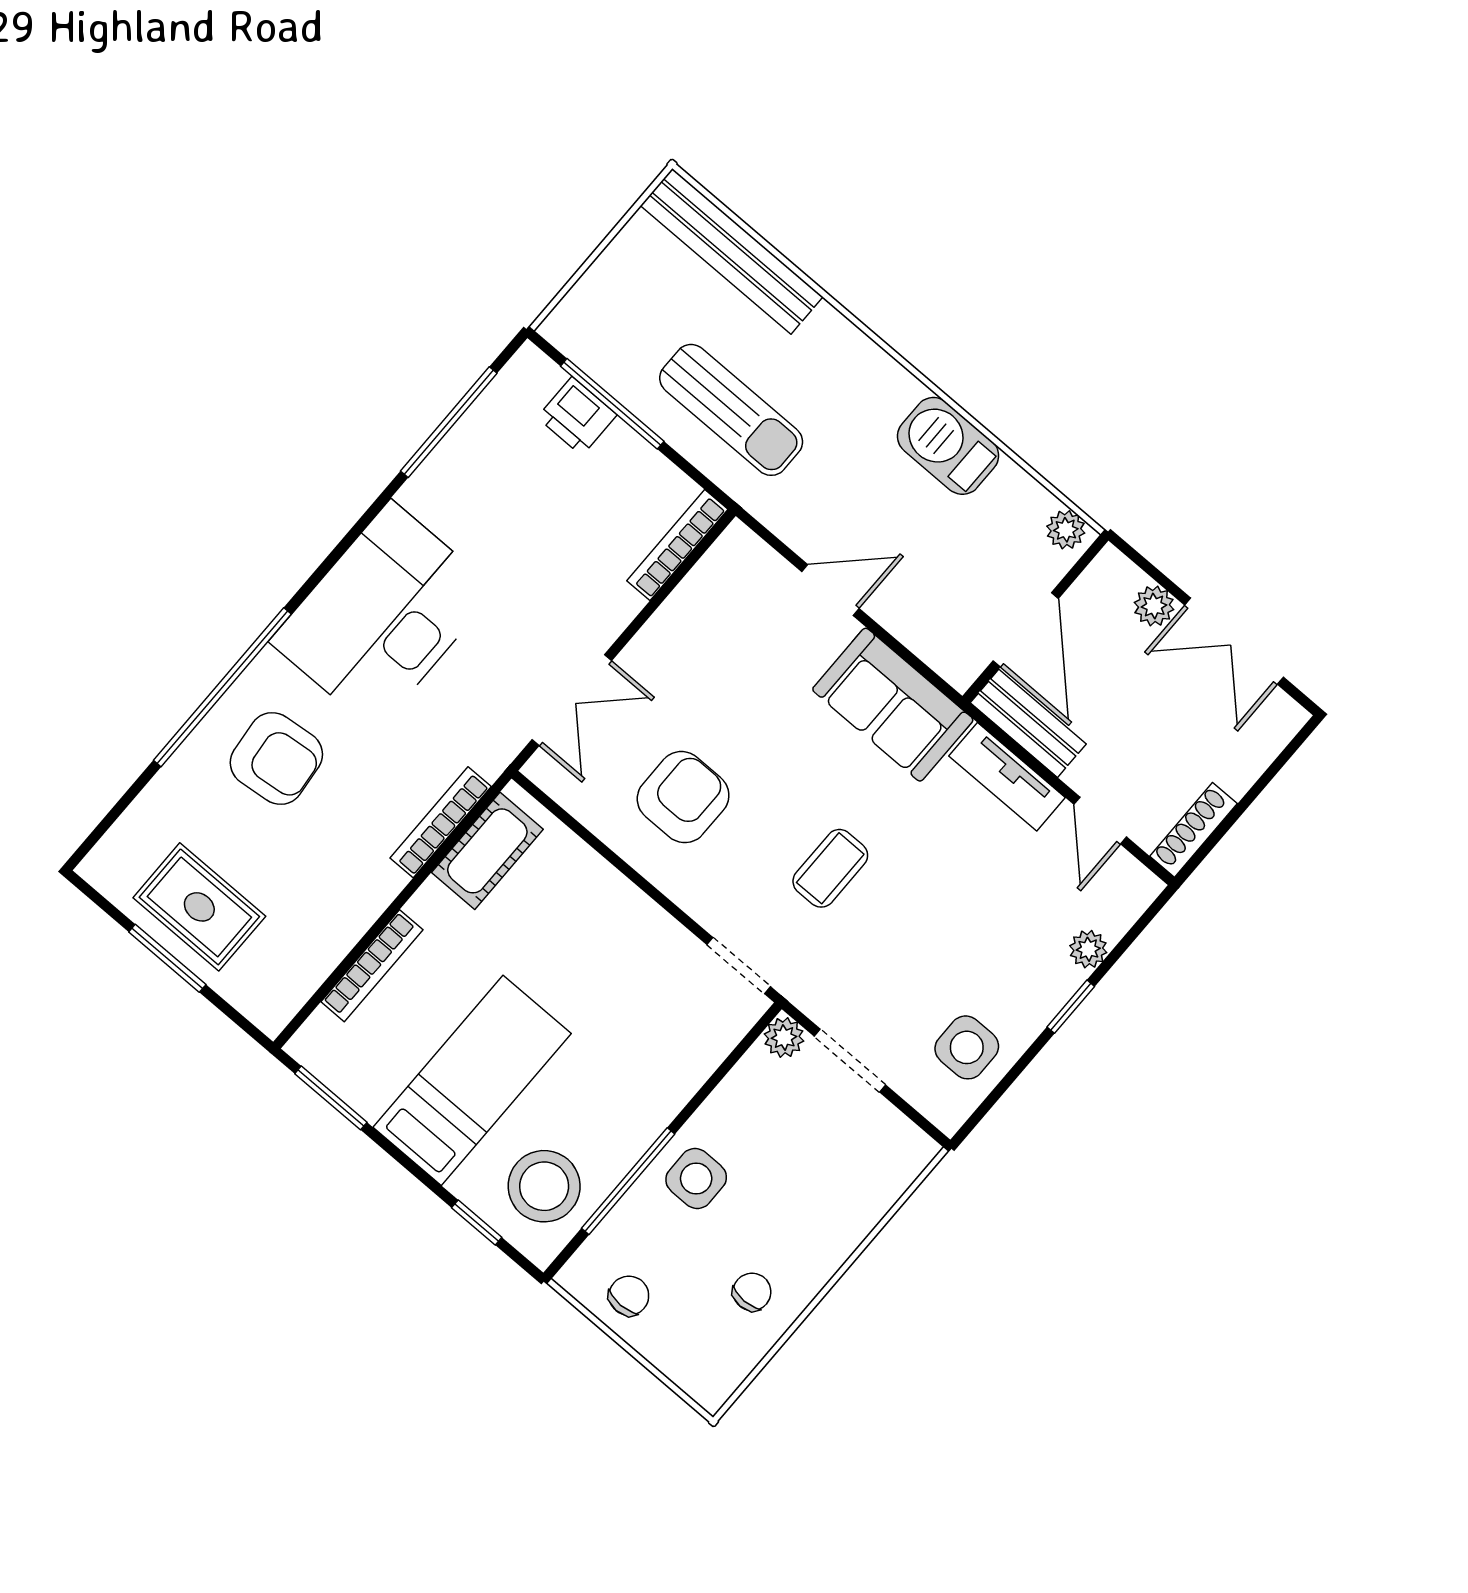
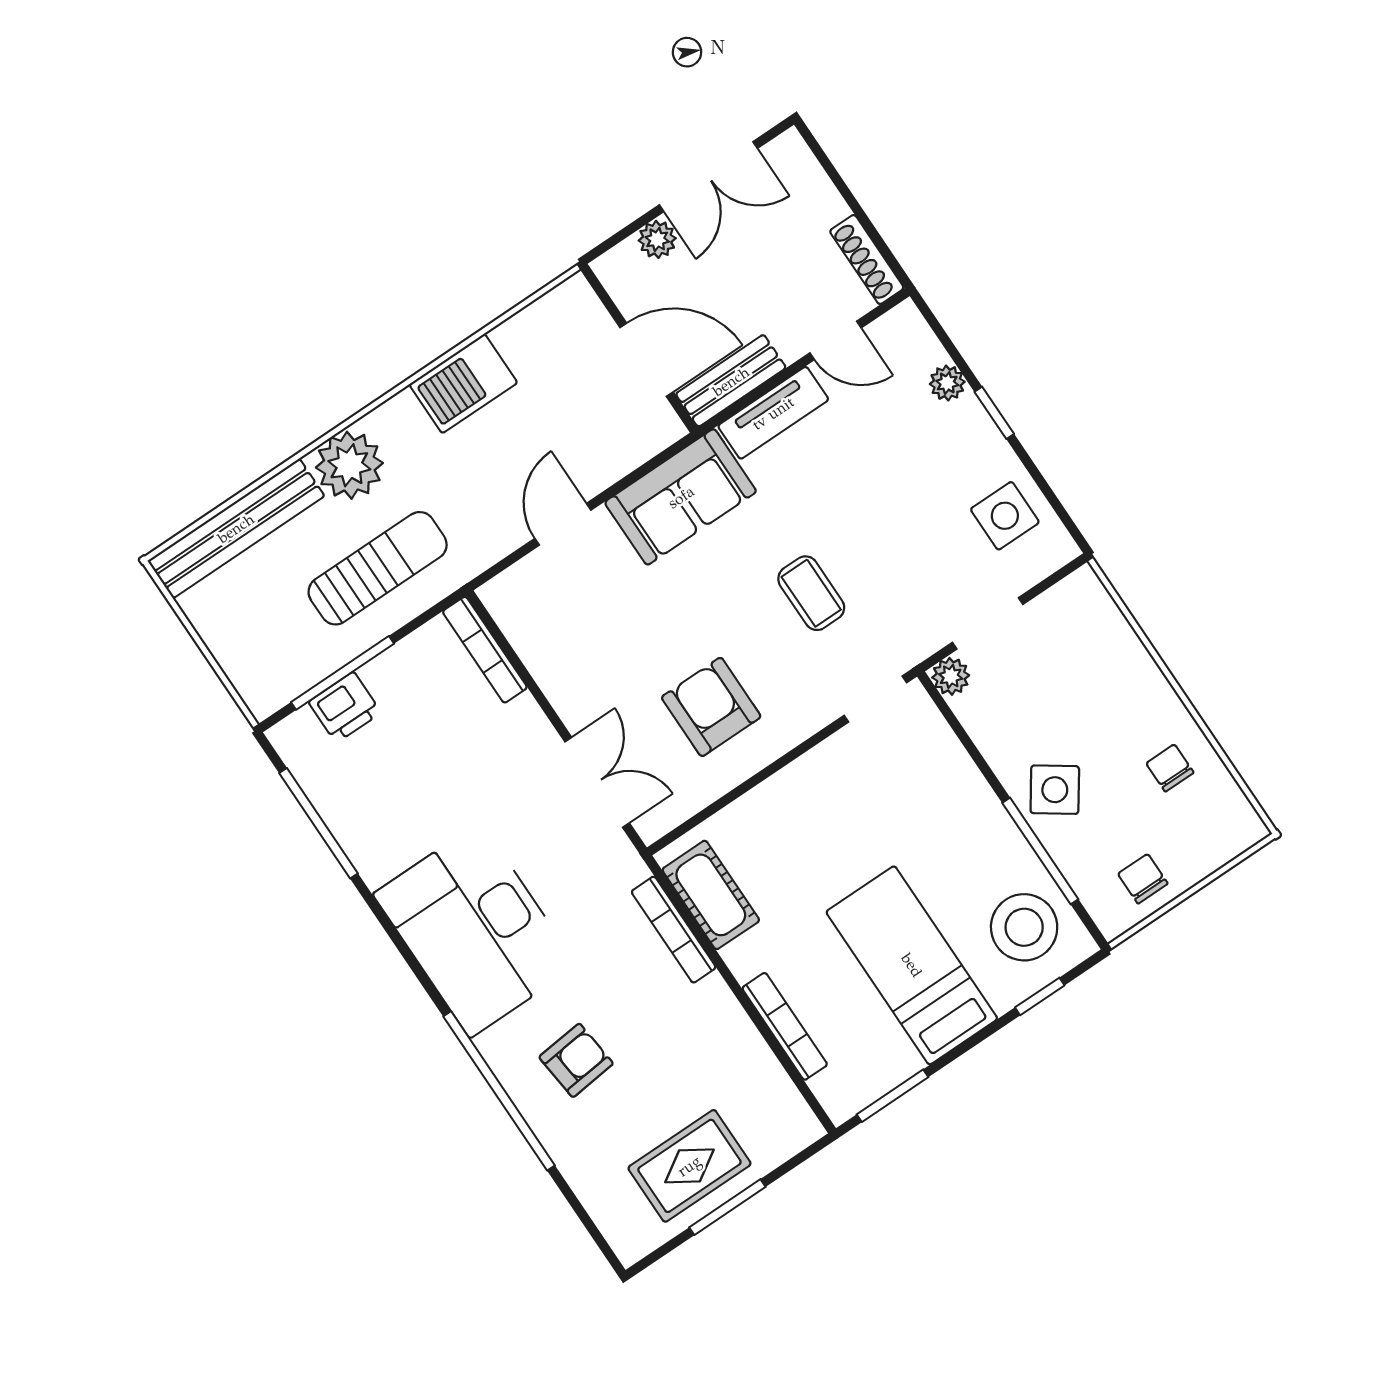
plant: (1066, 530) -> (349, 465), moved, width x1.88, depth x1.88
armchair: (276, 759) -> (576, 1060), width x0.72, depth x0.72
side table: (696, 1178) -> (1055, 790), turned 35

